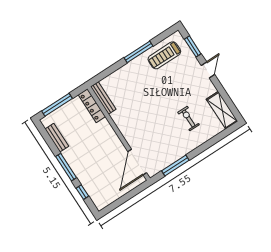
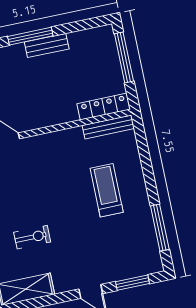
window: (138, 52) -> (160, 228), moved
treadmill: (164, 55) -> (107, 190), moved
bench: (57, 138) -> (47, 46), moved

